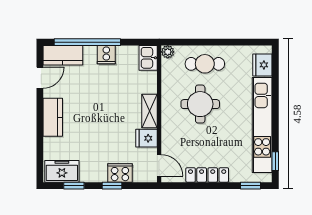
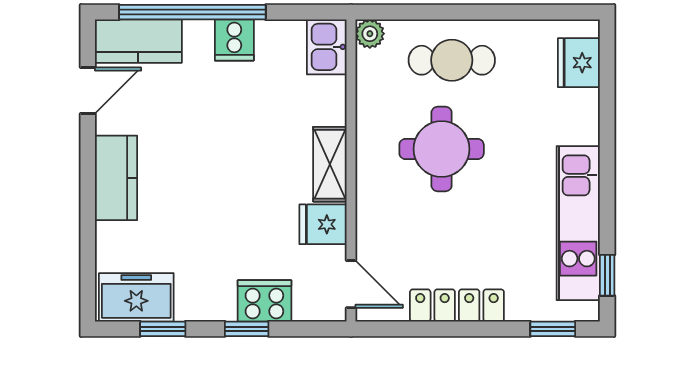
kitchen unit: (262, 125) -> (578, 223), width x0.73

